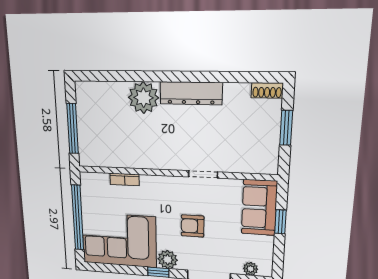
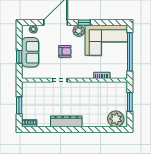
plant: (143, 98) -> (116, 119), moved
window: (73, 129) -> (130, 102), width x0.69
sofa: (259, 208) -> (30, 52), moved

